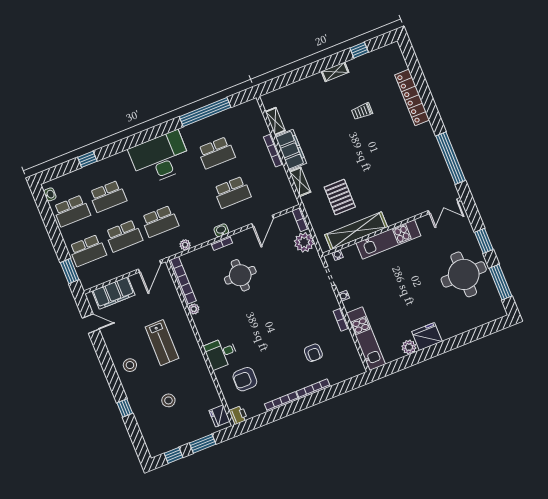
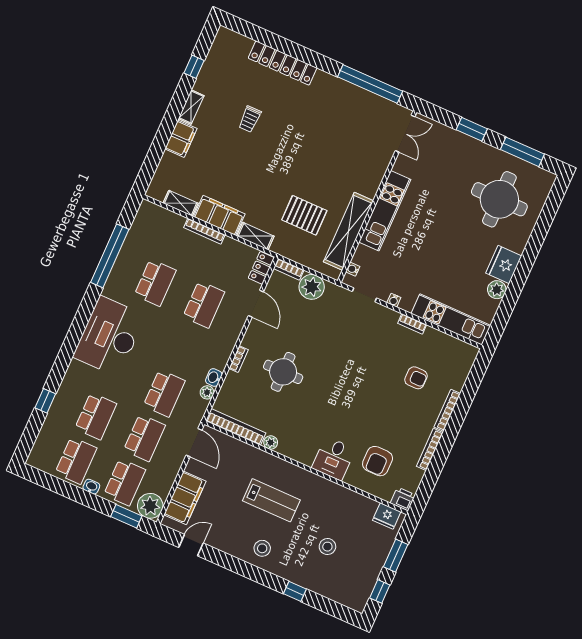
filing cabinet: (311, 84) -> (181, 139), added
washbasin: (50, 194) -> (91, 487), moved
locker: (286, 203) -> (261, 268), added
washbasin: (221, 230) -> (214, 378), moved
round table: (464, 274) -> (499, 199), moved
plant: (89, 278) -> (150, 506), added

